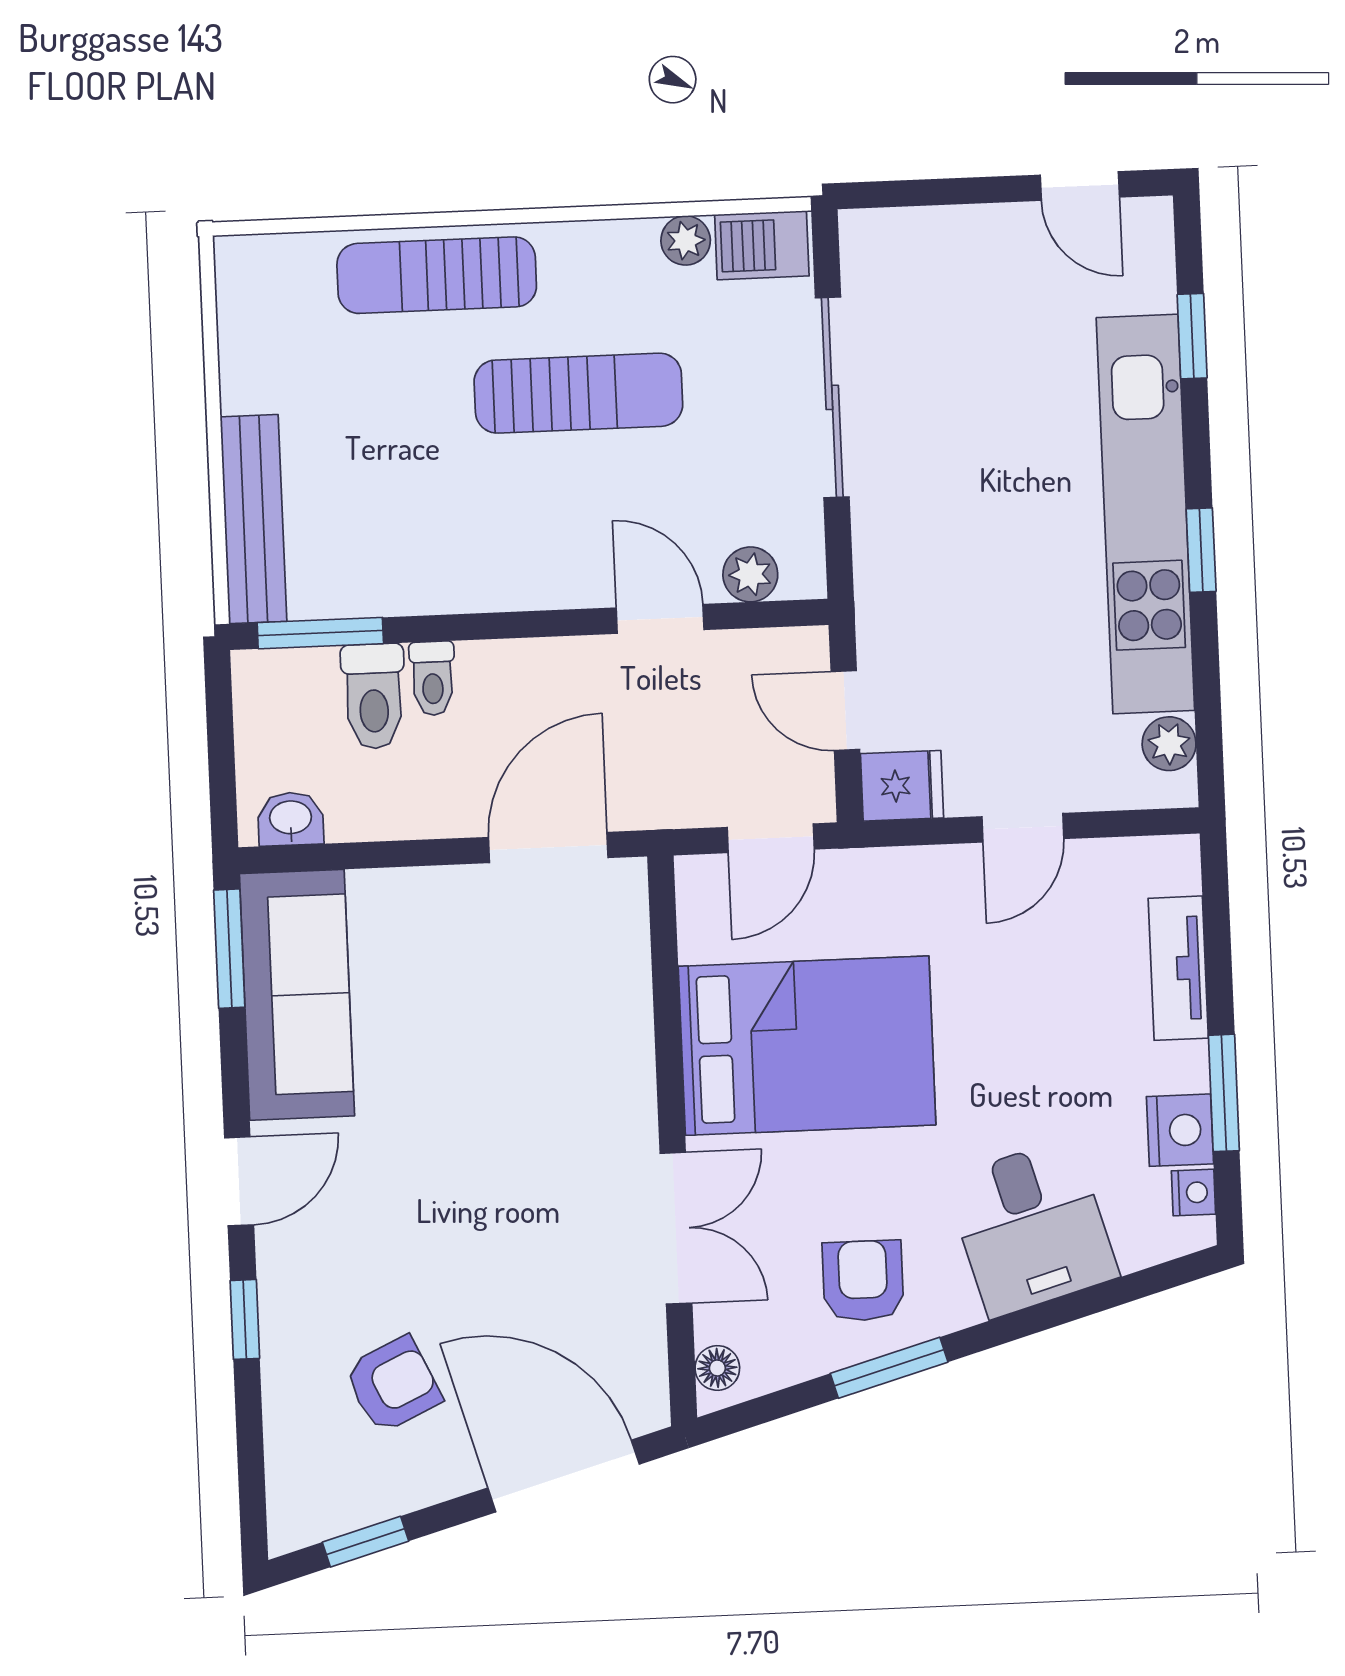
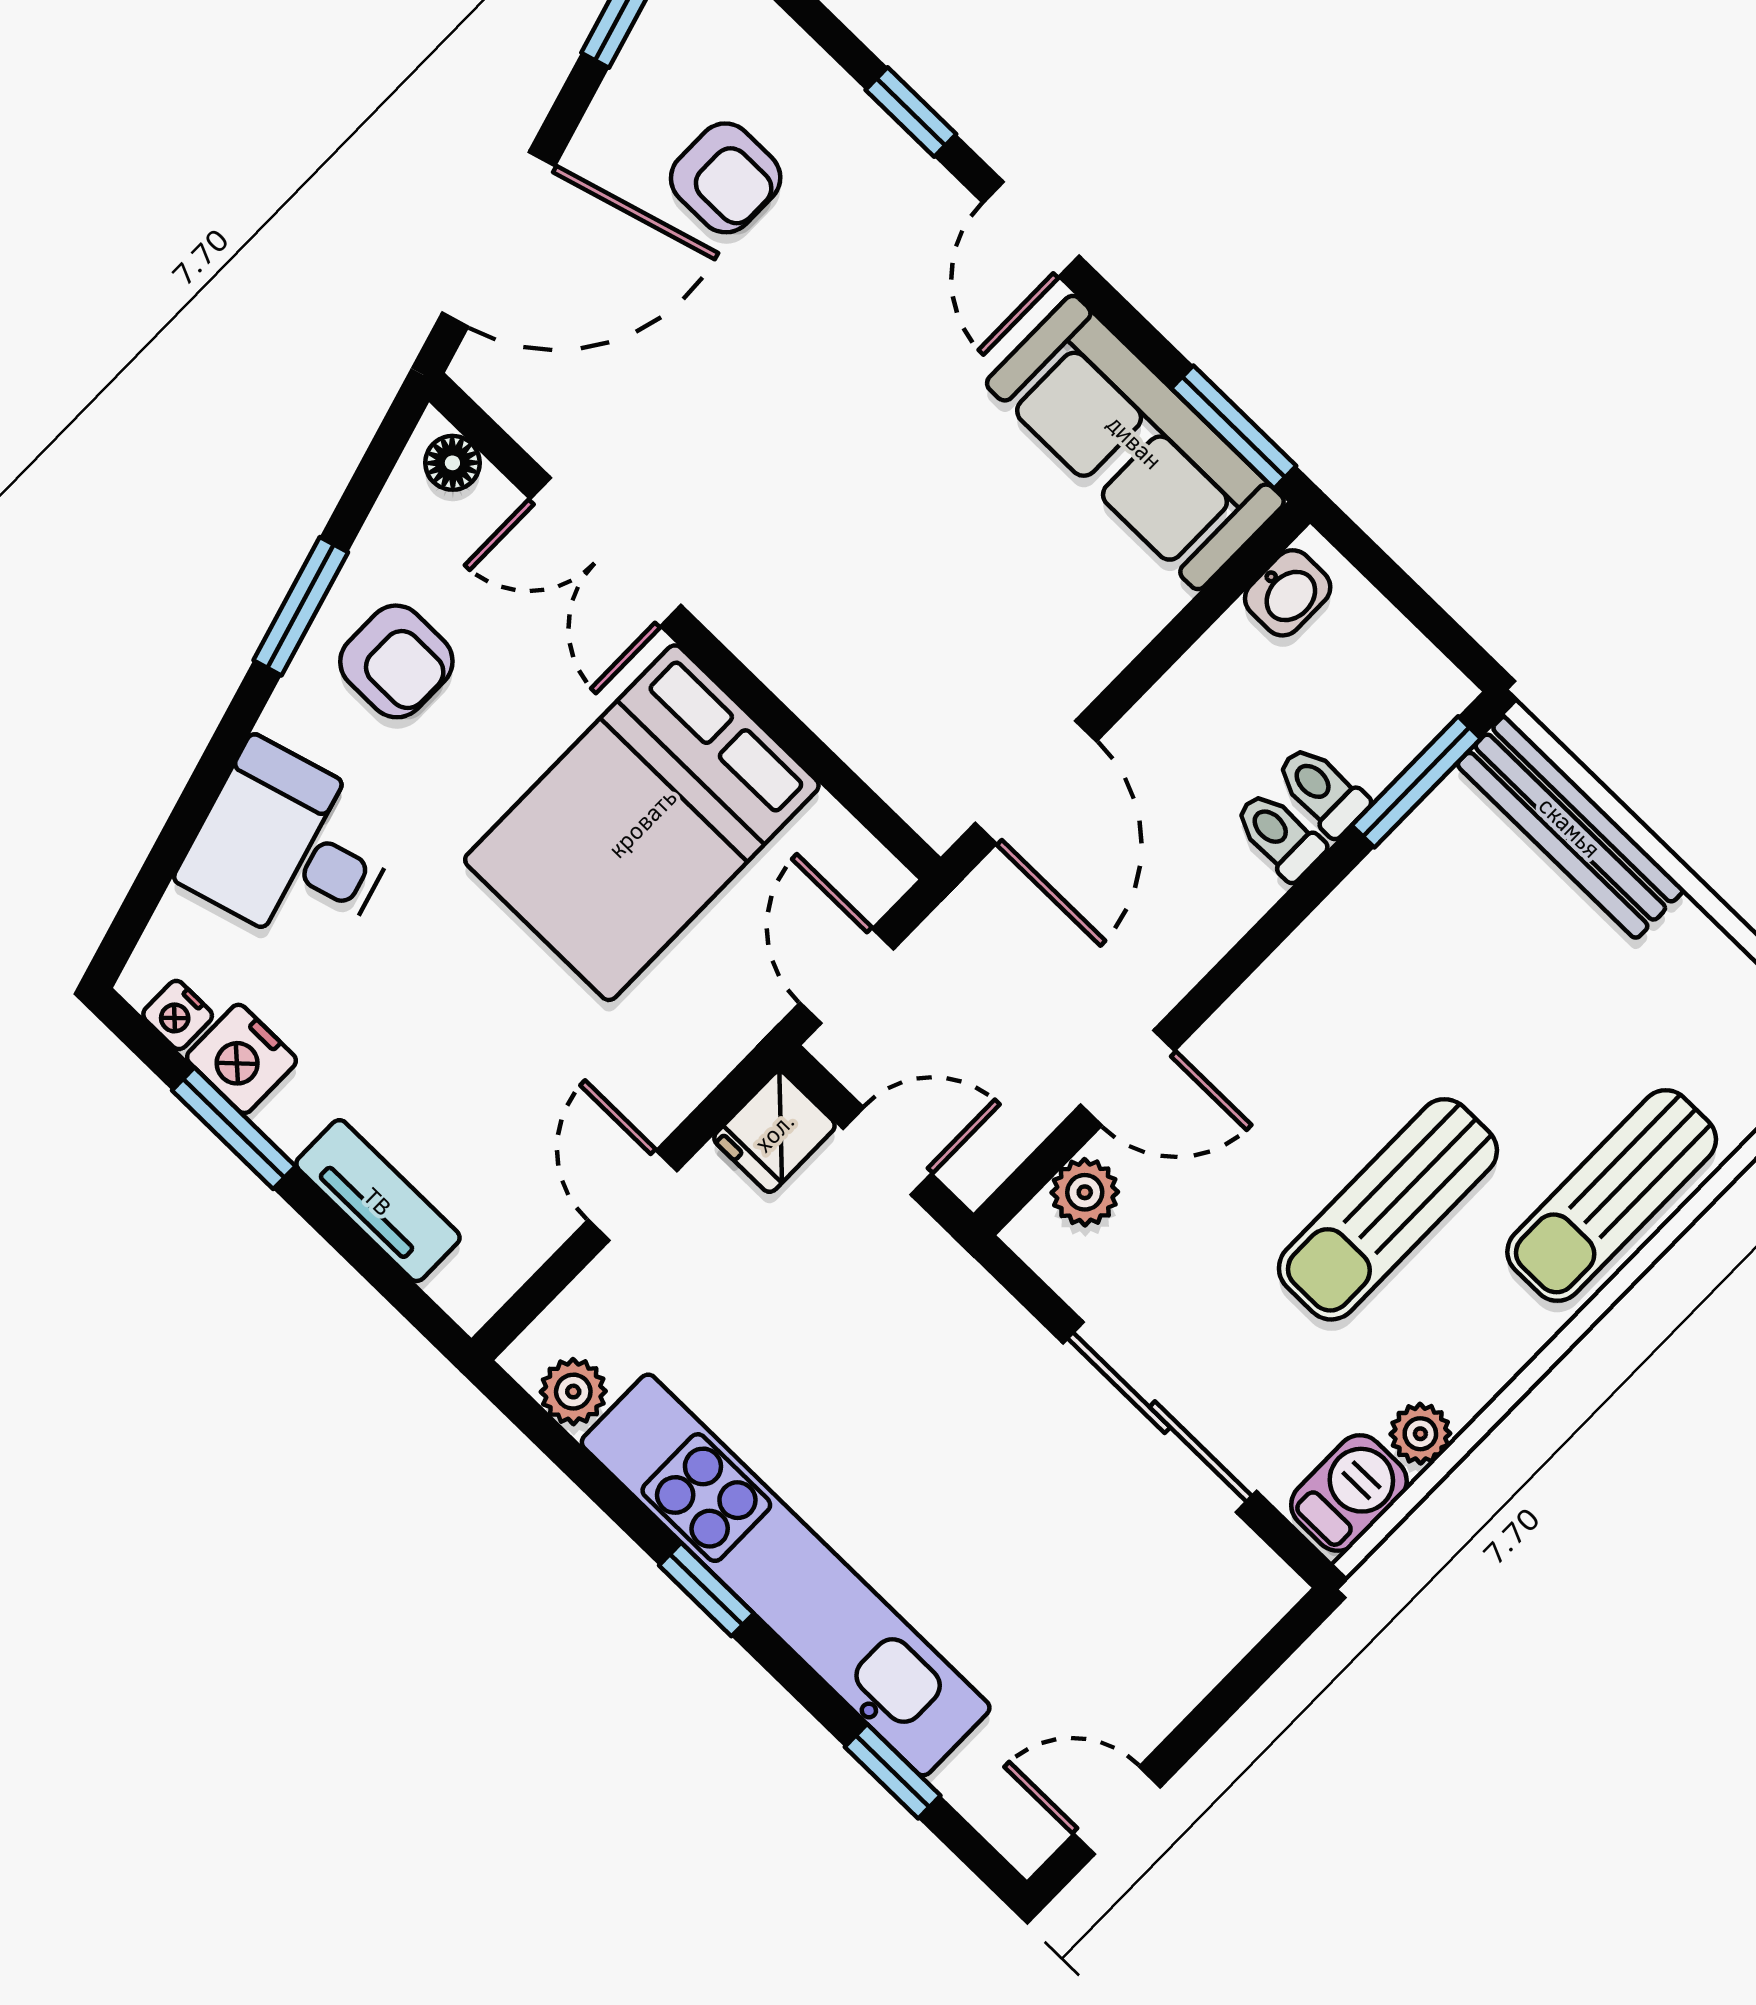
sun lounger: (437, 275) -> (1612, 1196), turned 180
toilet: (374, 696) -> (1322, 790), width x0.73, depth x0.72
armchair: (393, 1384) -> (726, 178), turned -65

